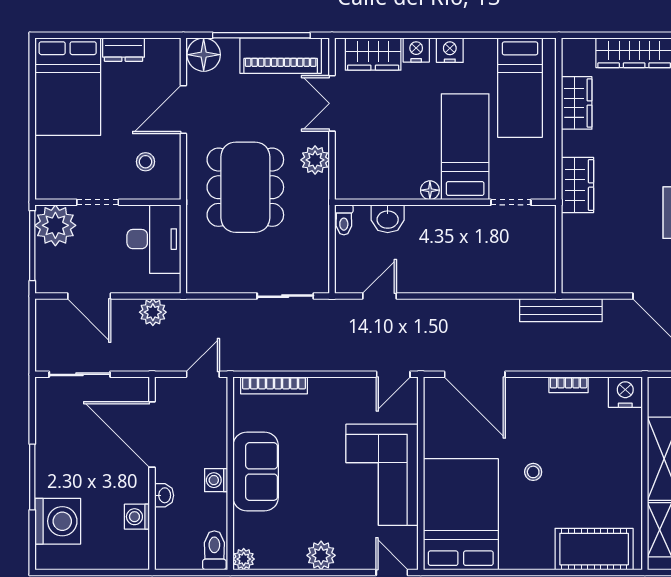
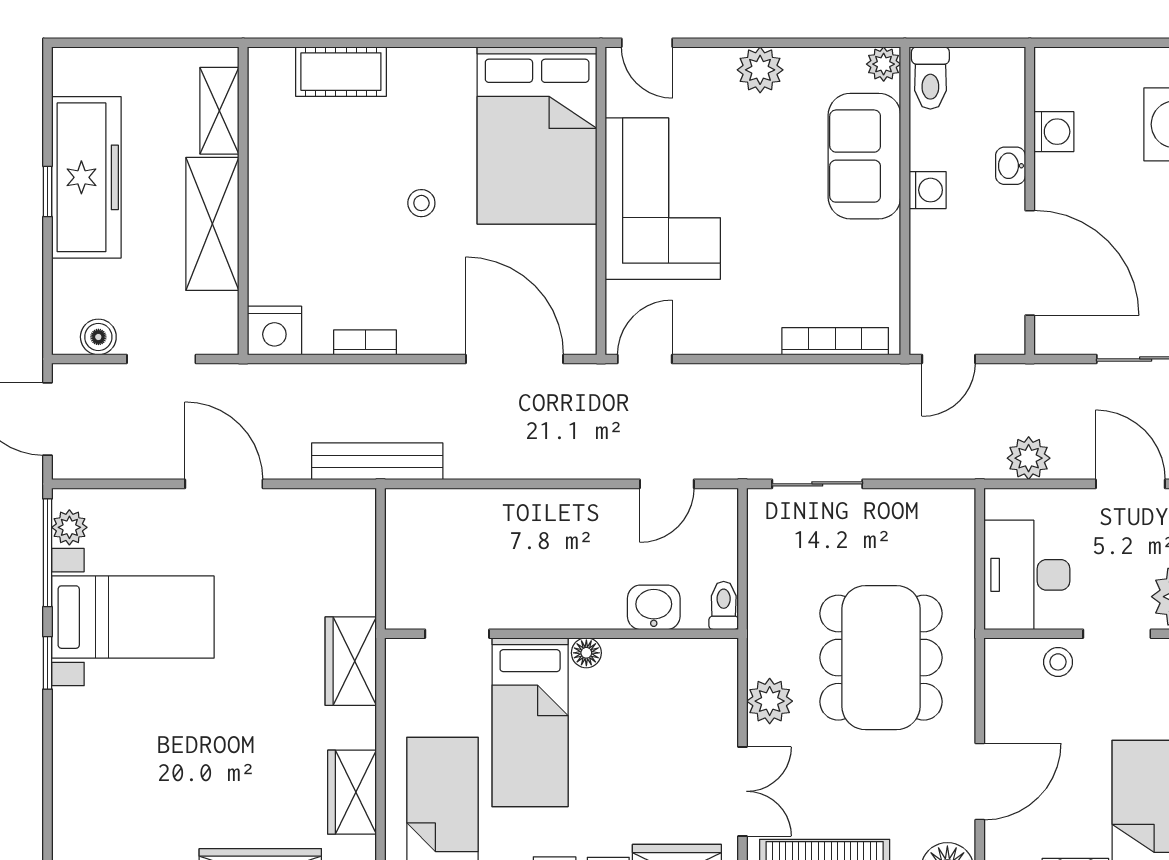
stool: (145, 162) -> (1058, 662), moved
sofa: (256, 472) -> (864, 156), moved
cot: (594, 549) -> (341, 72), width x0.73, depth x0.75

